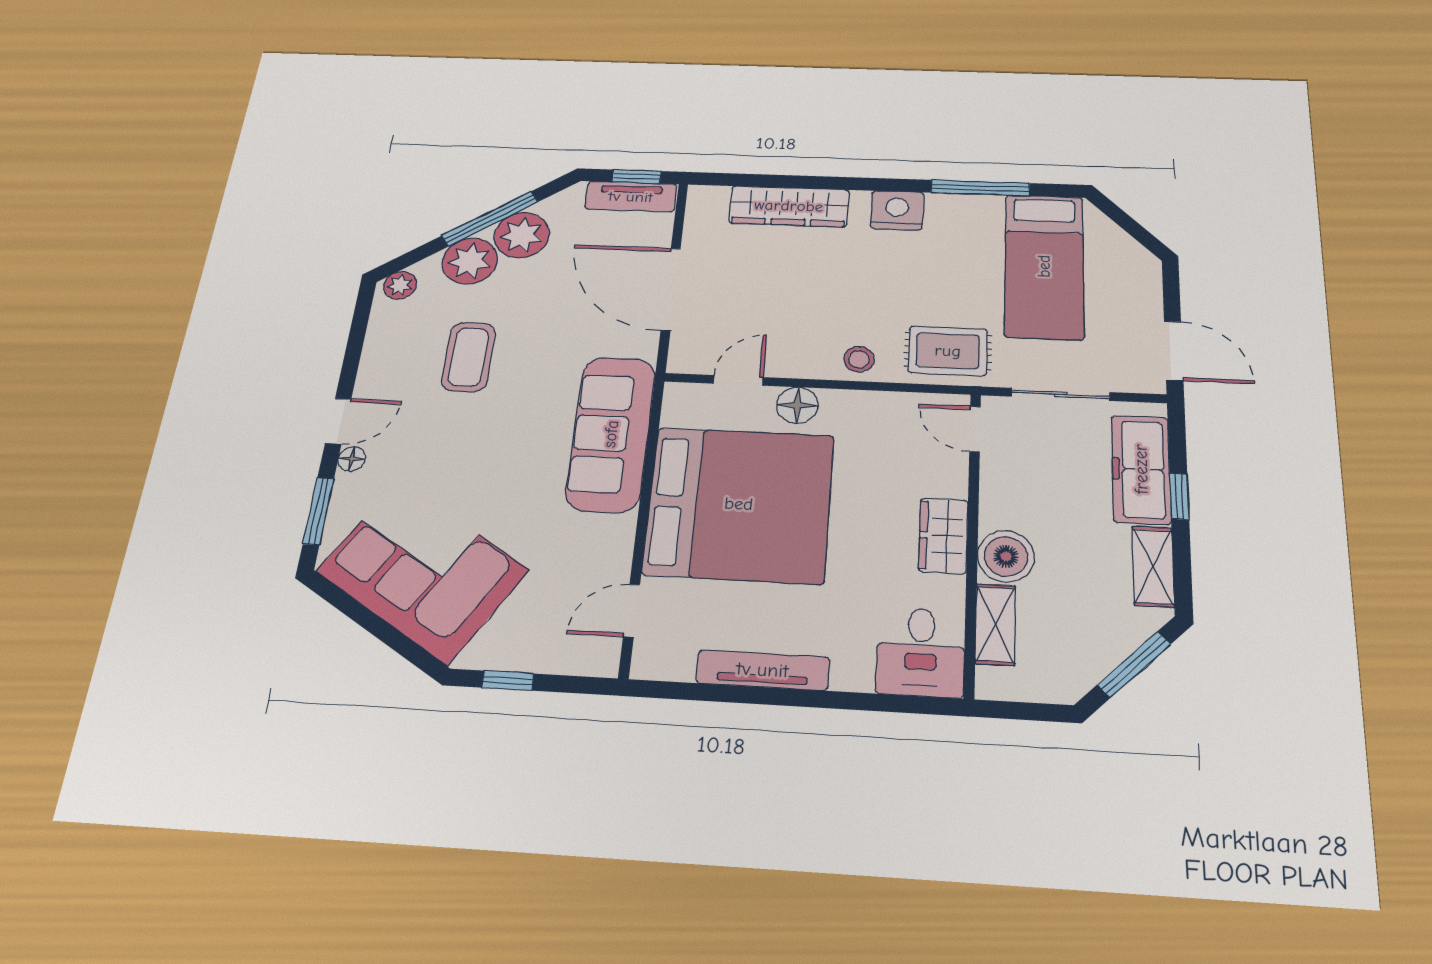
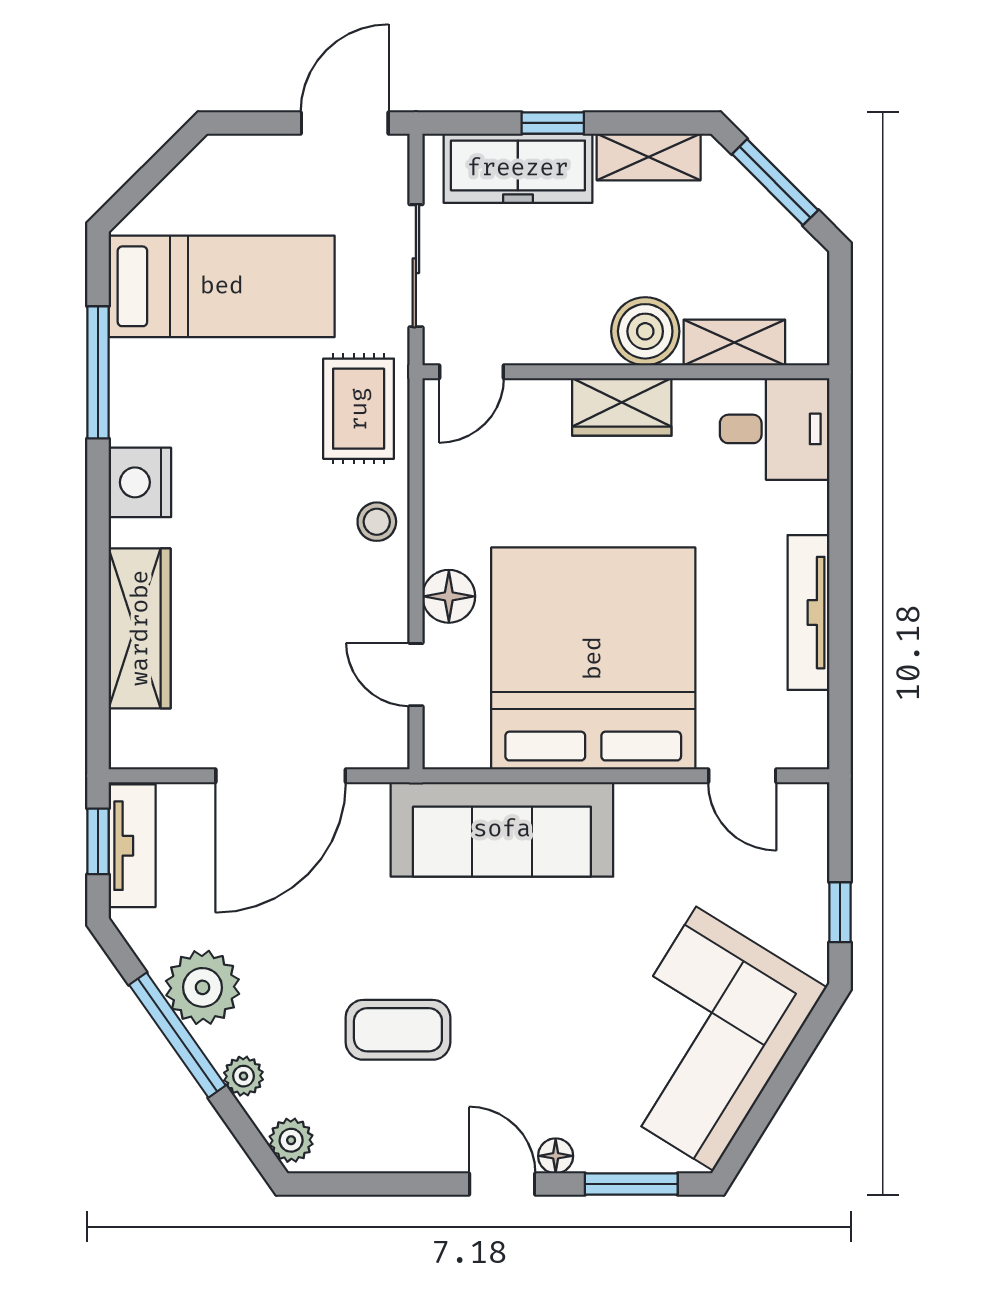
plant: (470, 261) -> (243, 1076), width x0.53, depth x0.53

